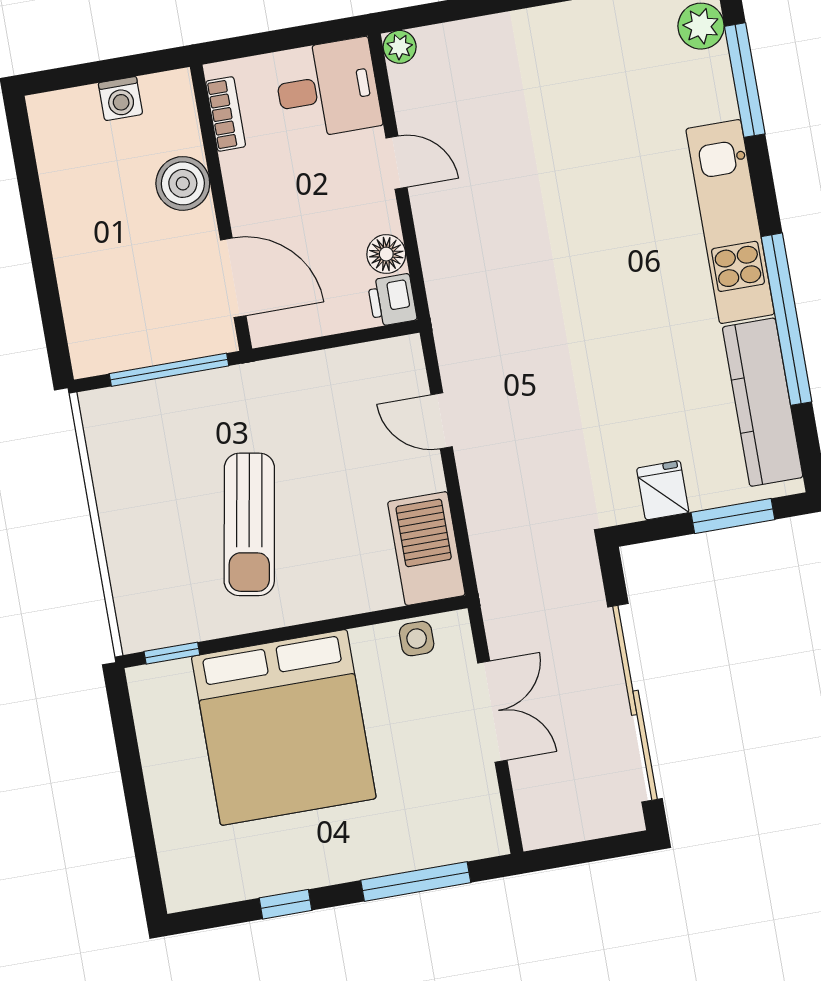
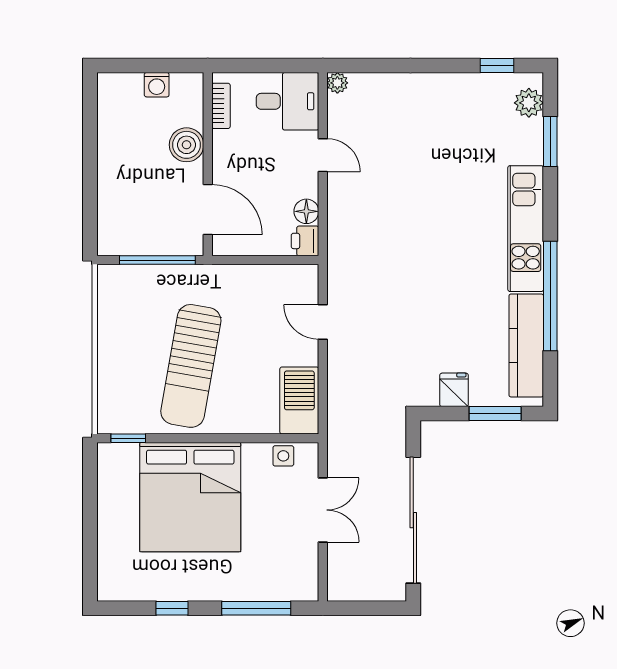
window: (745, 80) -> (550, 141), width x0.69
sun lounger: (249, 524) -> (191, 366), width x1.36, depth x1.34

